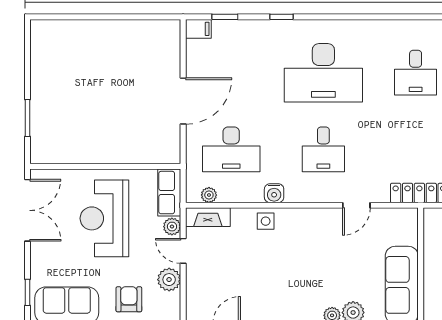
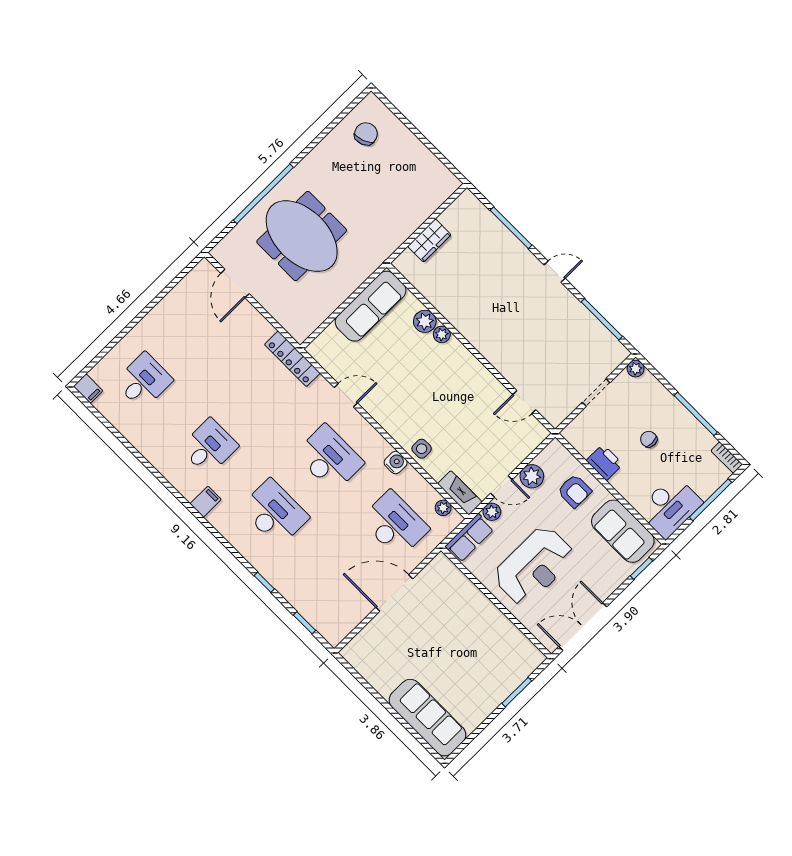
filing cabinet: (198, 29) -> (206, 502), moved, turned 90
sofa: (72, 37) -> (428, 718), added
desk: (323, 73) -> (275, 513), width x0.73, depth x0.77
desk: (323, 149) -> (329, 458), width x1.37
door: (183, 251) -> (501, 487), hinge flipped
armchair: (129, 299) -> (574, 491), turned -90

